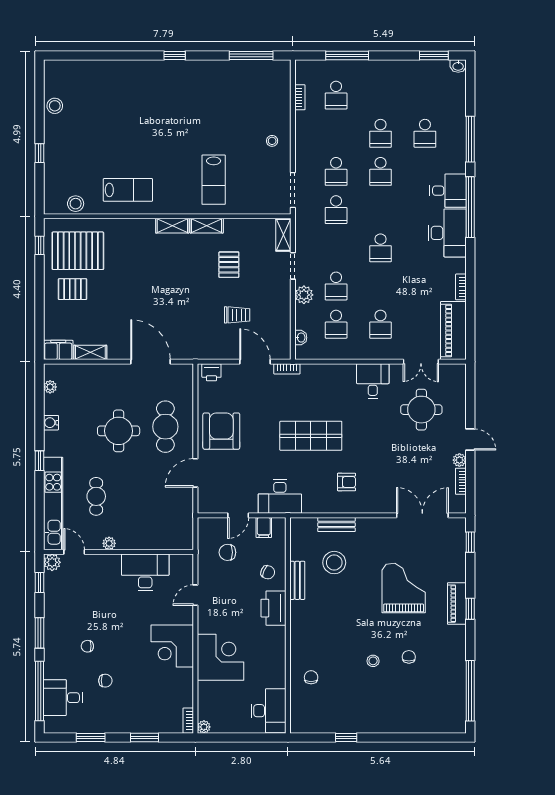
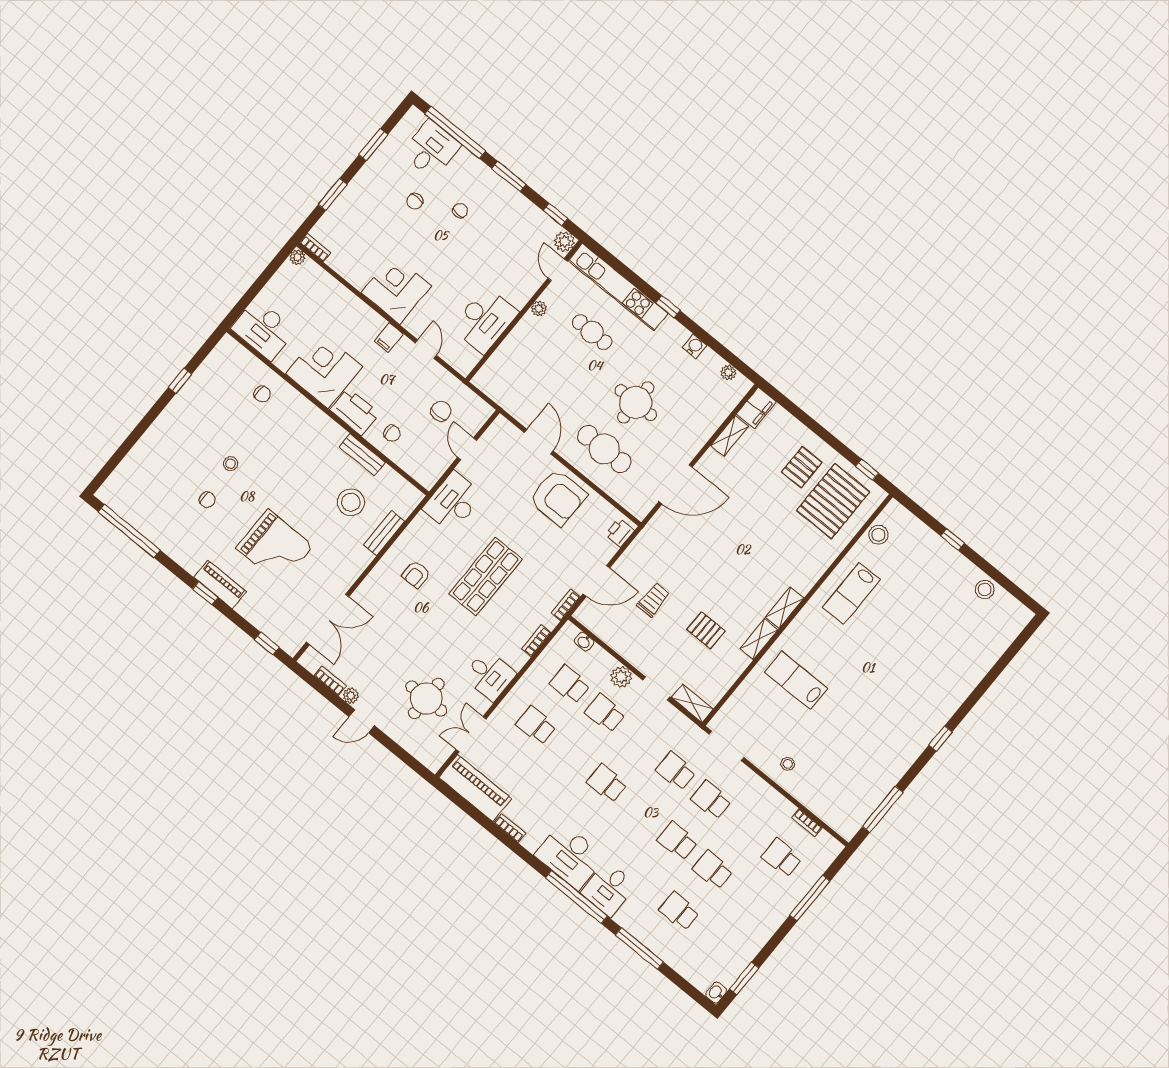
trolley: (237, 315) -> (653, 600), turned 180
bookcase: (325, 369) -> (536, 641), added
filing cabinet: (264, 528) -> (389, 338), moved, turned -90
door: (74, 552) -> (558, 270), swing flipped
chair: (268, 572) -> (392, 433), turned -114
corner desk: (220, 657) -> (324, 370), moved, turned 180

